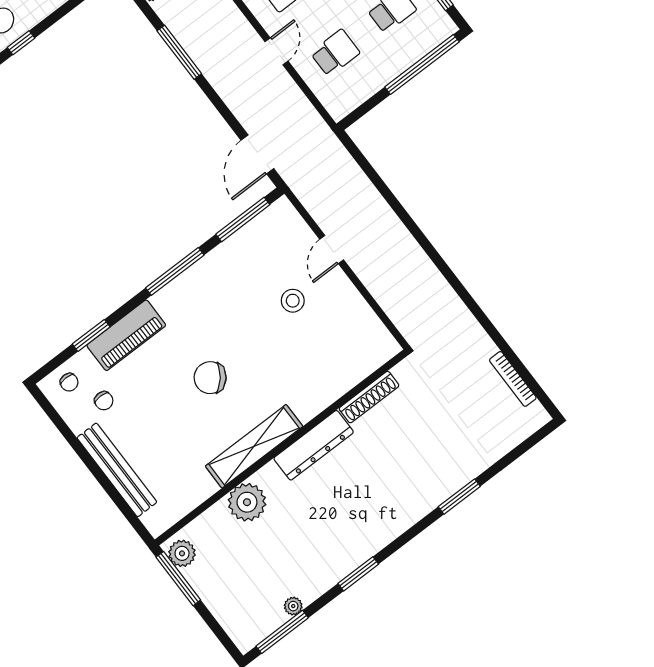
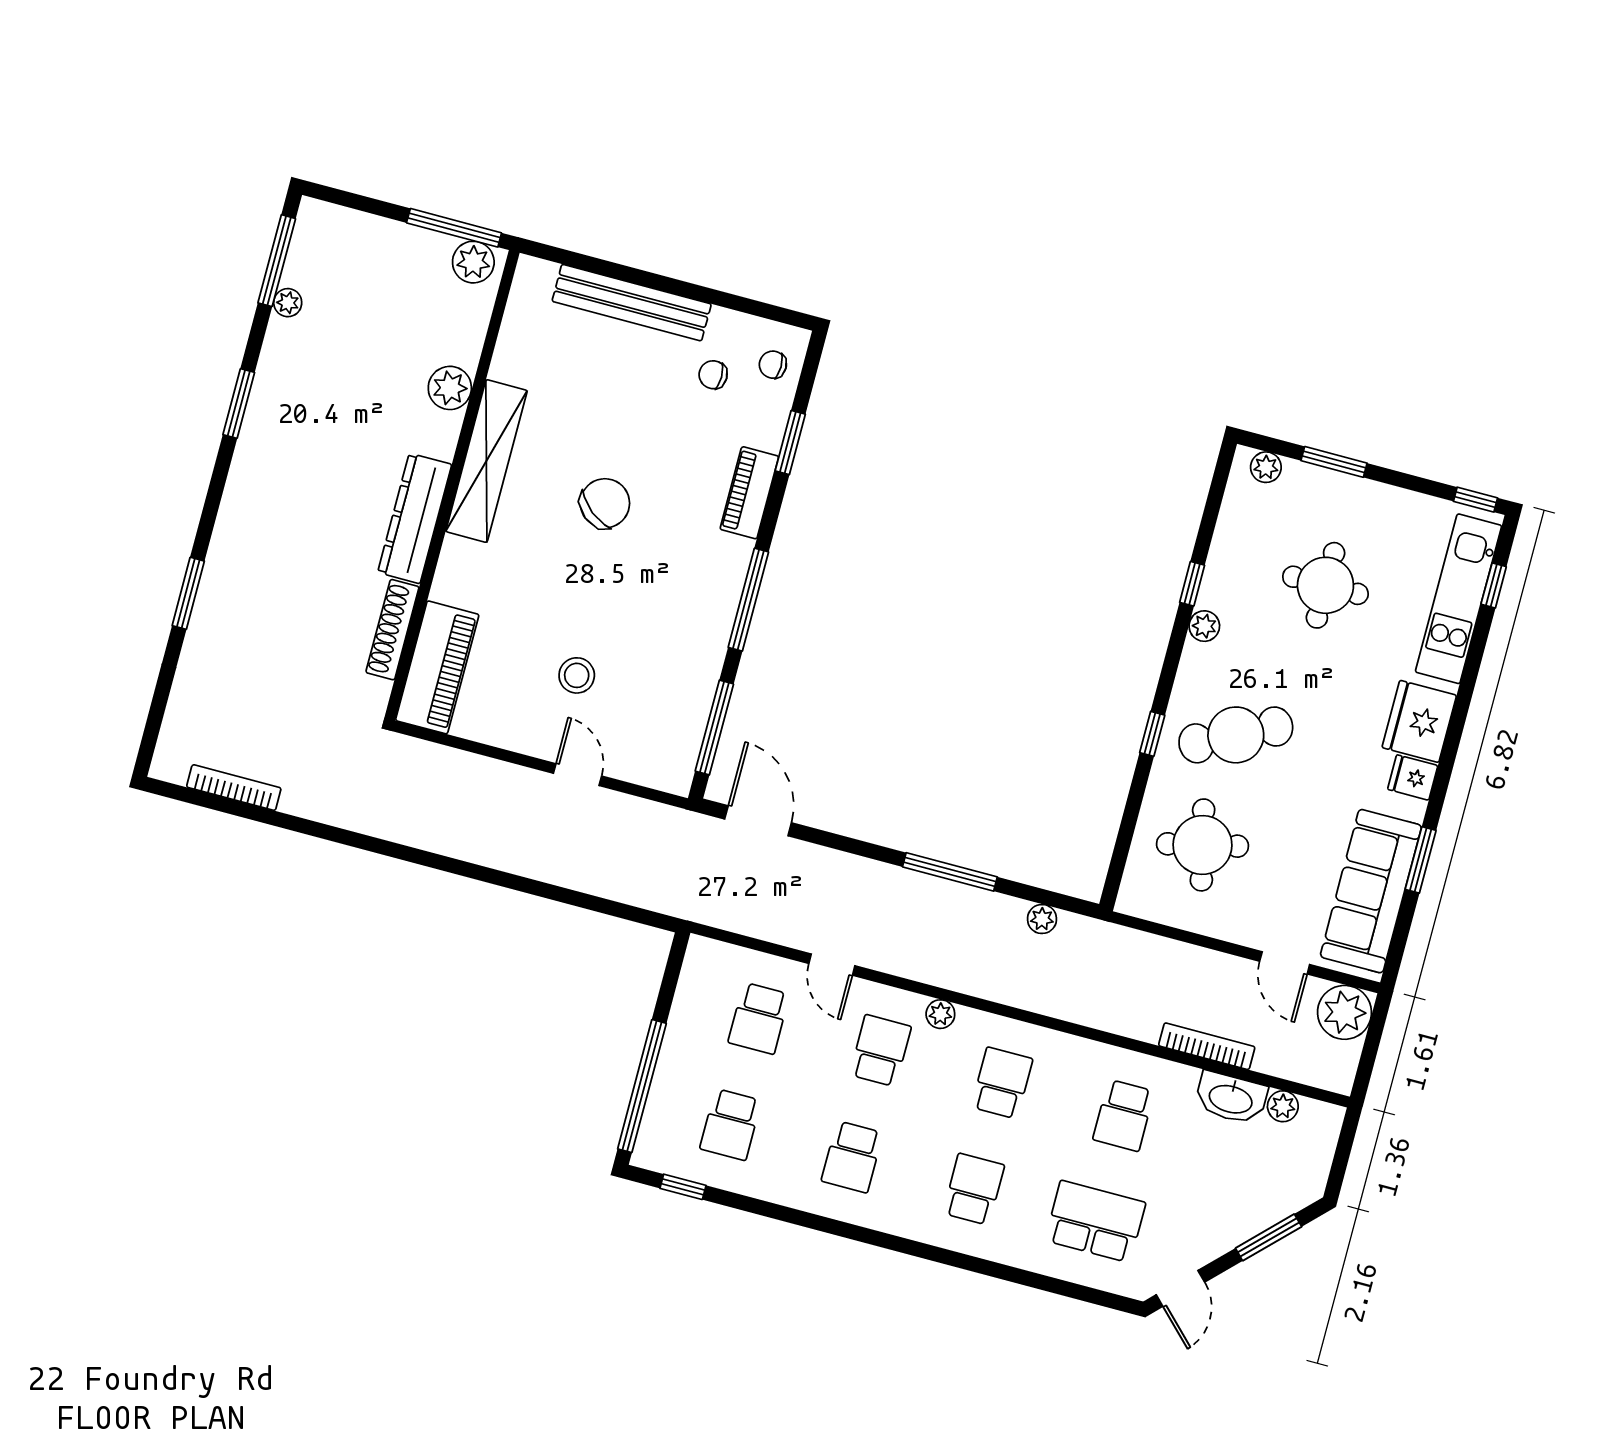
piano: (126, 335) -> (749, 493), width x0.73, depth x0.75
piano: (361, 360) -> (437, 667), added
plant: (247, 502) -> (450, 388), width x0.73, depth x0.73

